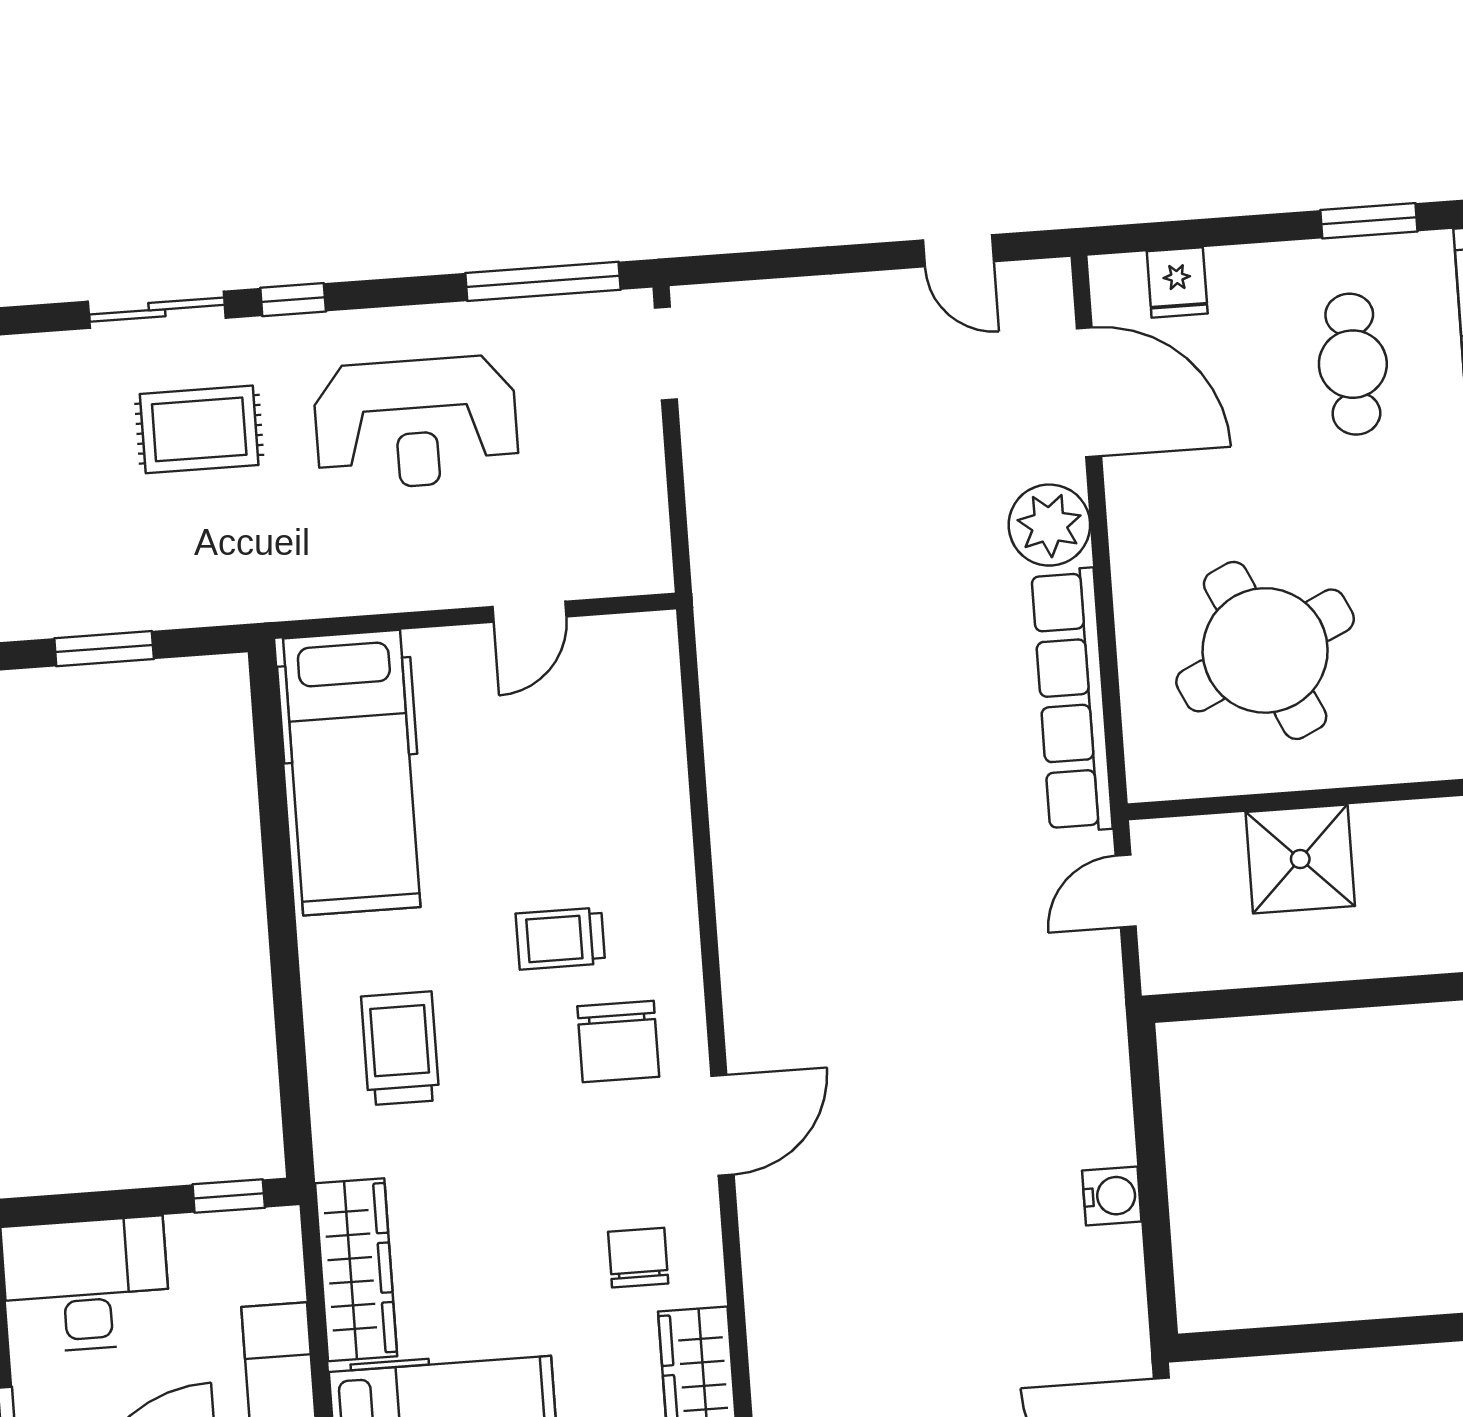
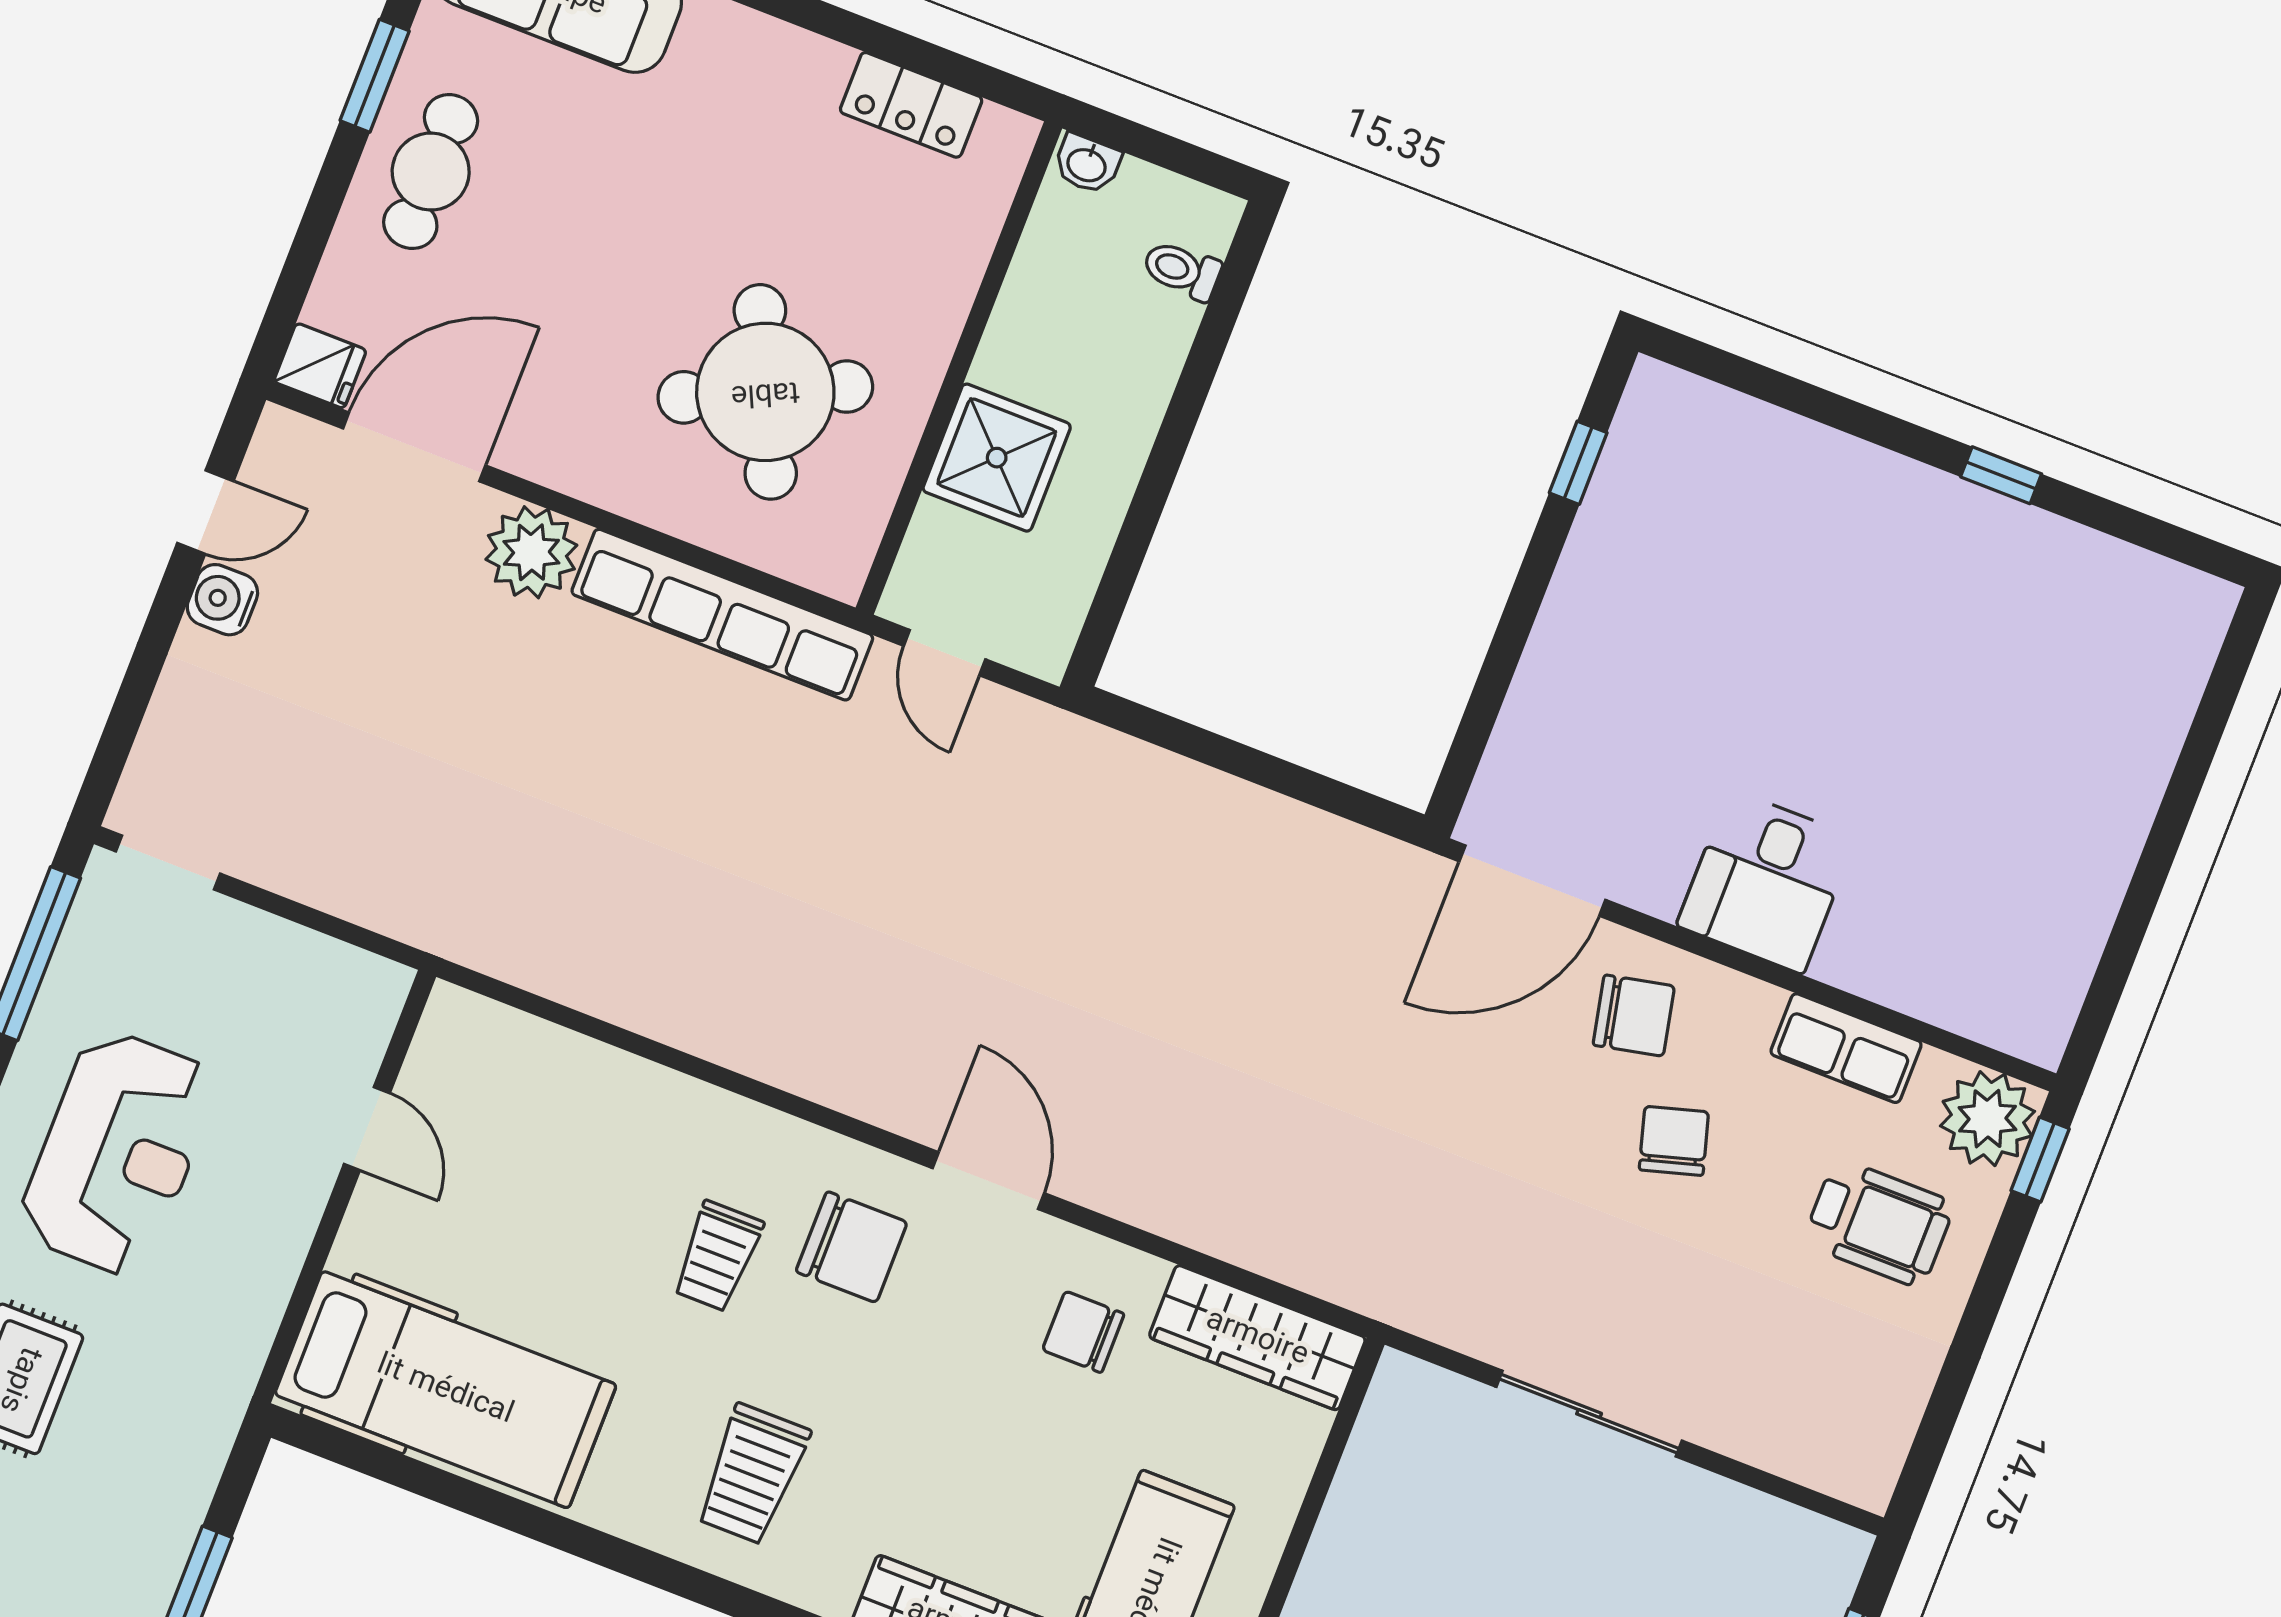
fridge: (1177, 282) -> (320, 366), moved
cafe table: (1353, 364) -> (431, 172), moved, turned 90
trolley: (400, 1048) -> (752, 1474), turned -90
water cooler: (1112, 1196) -> (222, 600), moved, turned -90

